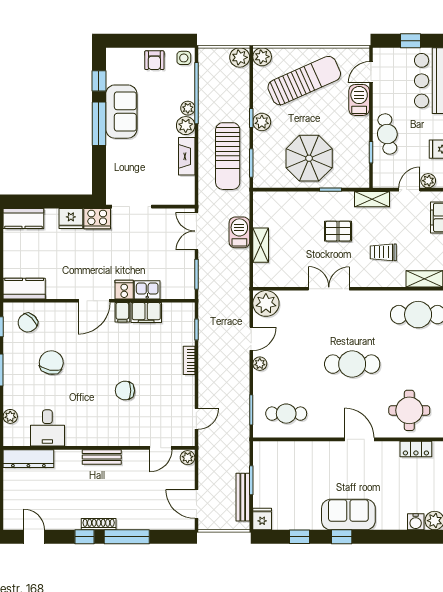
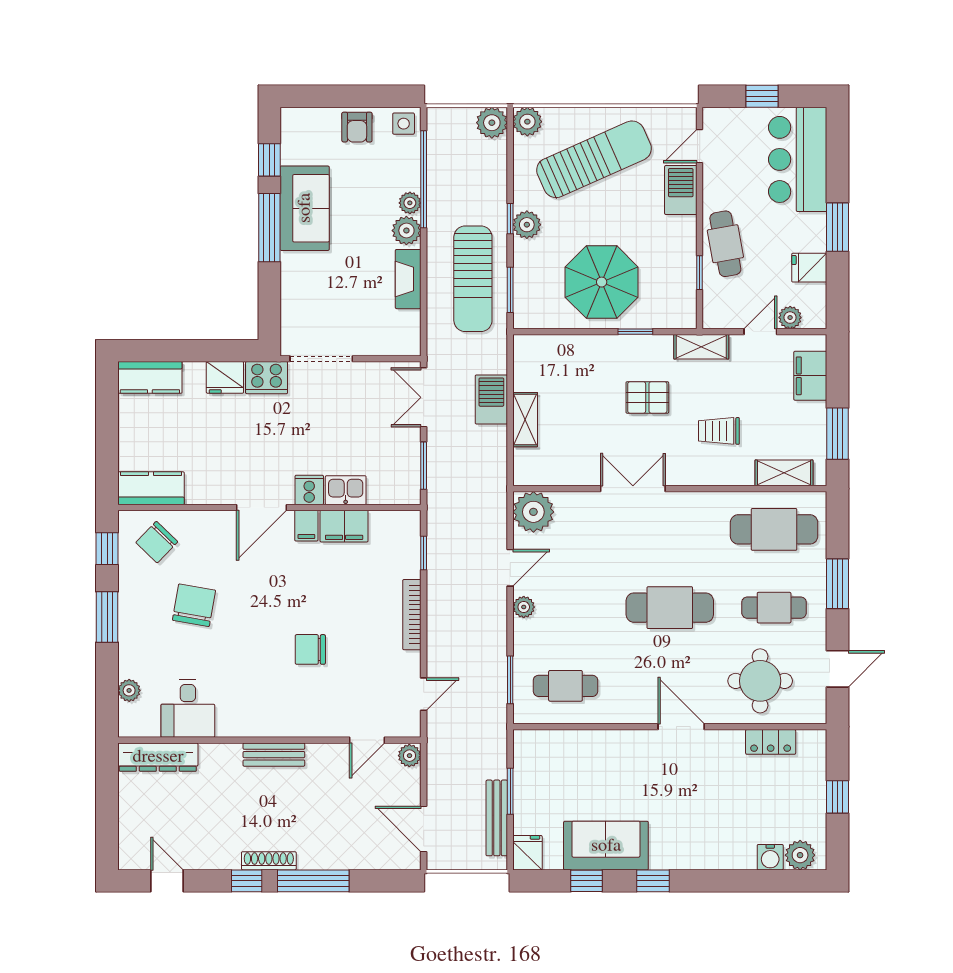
bookcase: (189, 360) -> (412, 615), width x1.56
cafe table: (418, 364) -> (774, 608), added
sofa: (348, 515) -> (606, 846), moved

